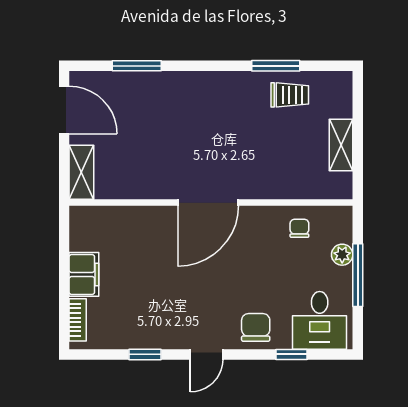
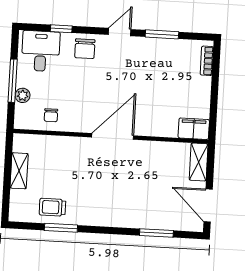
filing cabinet: (84, 274) -> (194, 129), moved, turned 90
window: (145, 354) -> (162, 34), width x1.50

